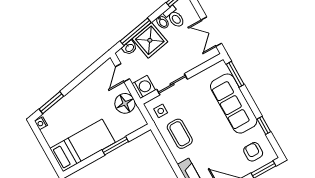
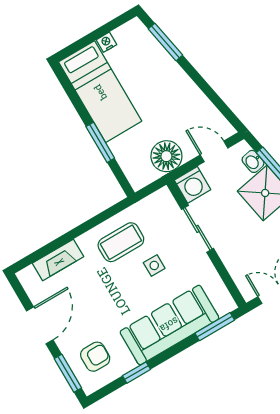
side table: (161, 111) -> (154, 265), moved
nightstand: (41, 123) -> (106, 42), moved

